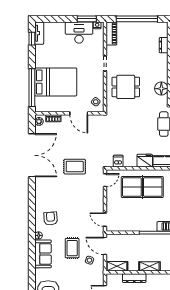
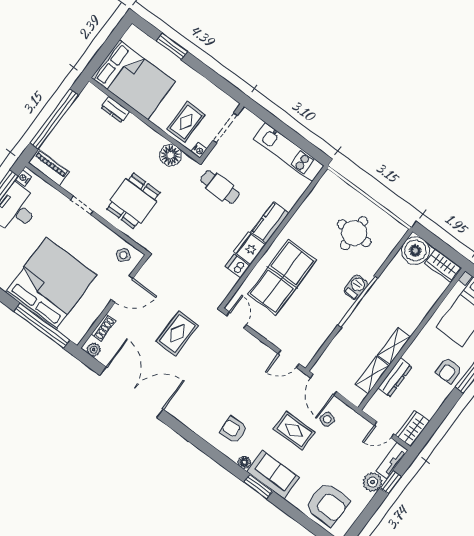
bed: (56, 82) -> (51, 284), width x1.36
dishwasher: (118, 161) -> (237, 266), moved
rug: (75, 167) -> (177, 333), moved
door: (105, 246) -> (324, 385), hinge flipped
window: (32, 251) -> (258, 487), added
shelving: (117, 266) -> (372, 375), moved

